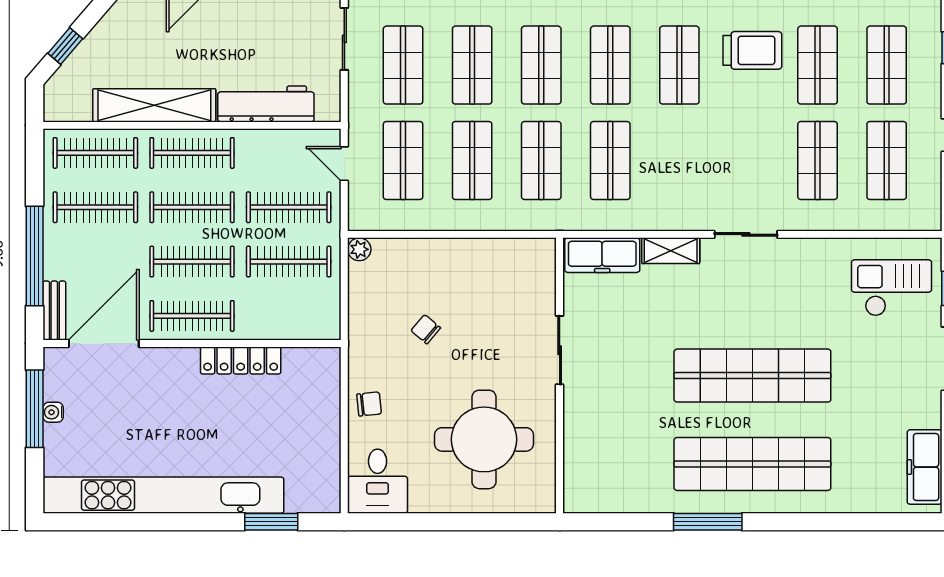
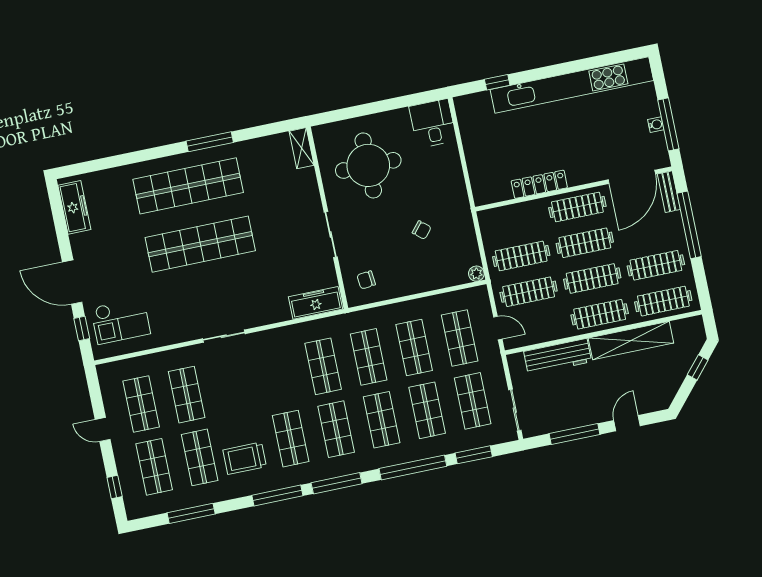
shelving: (671, 251) -> (302, 148), moved, turned 90
chair: (369, 404) -> (366, 280), moved
window: (271, 522) -> (497, 82), width x0.67

